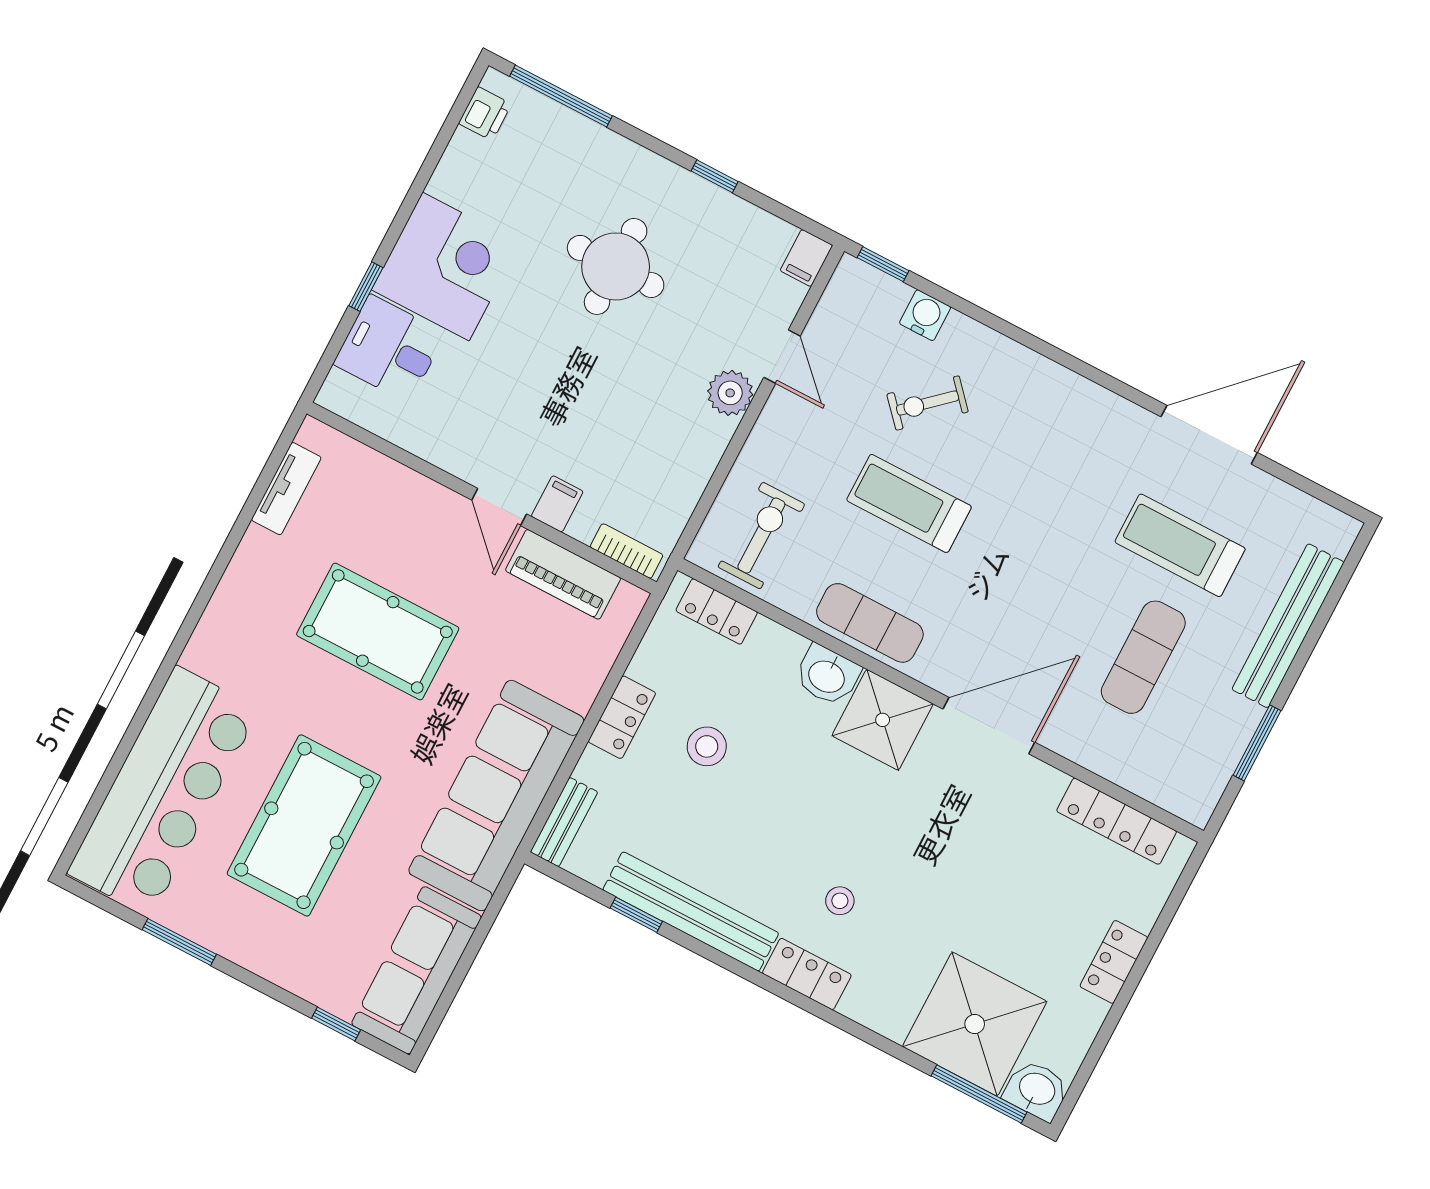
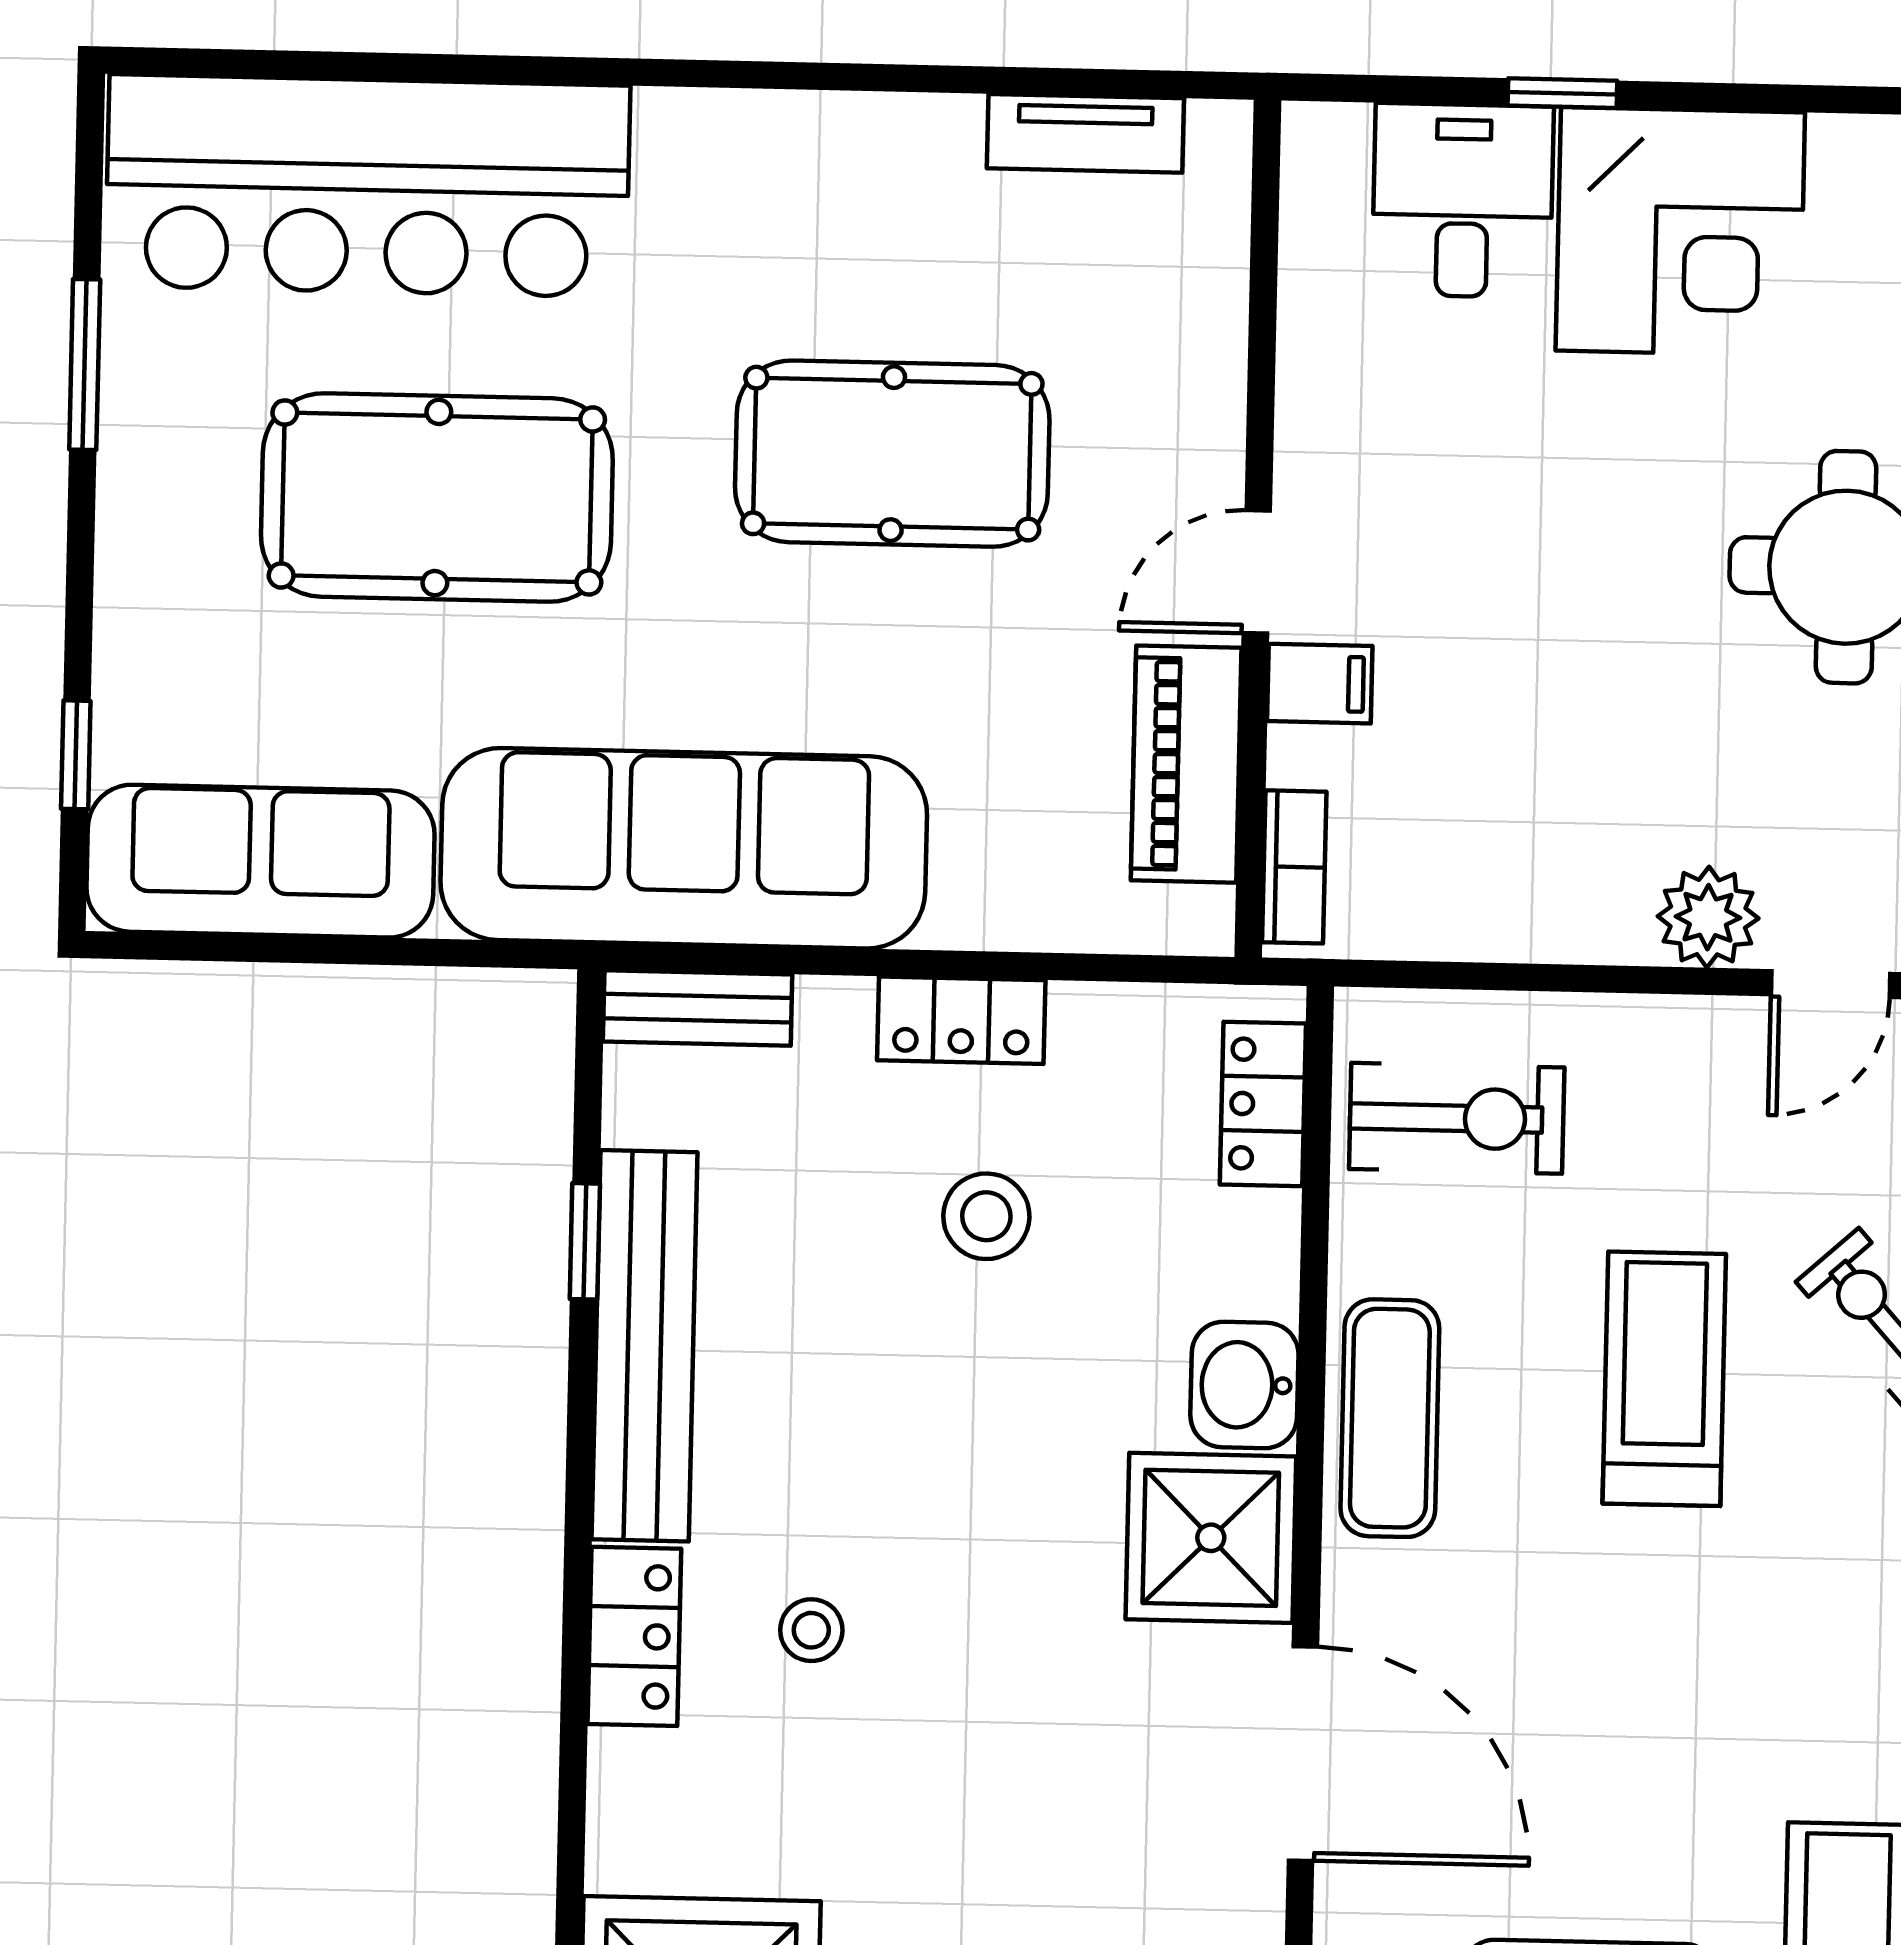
pool table: (378, 631) -> (892, 454), turned 90

